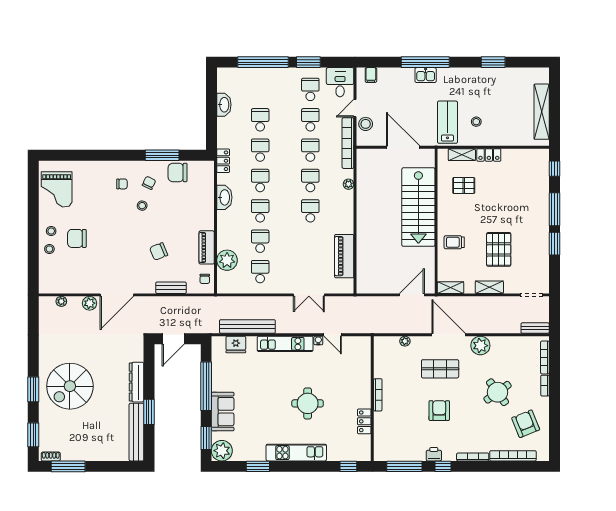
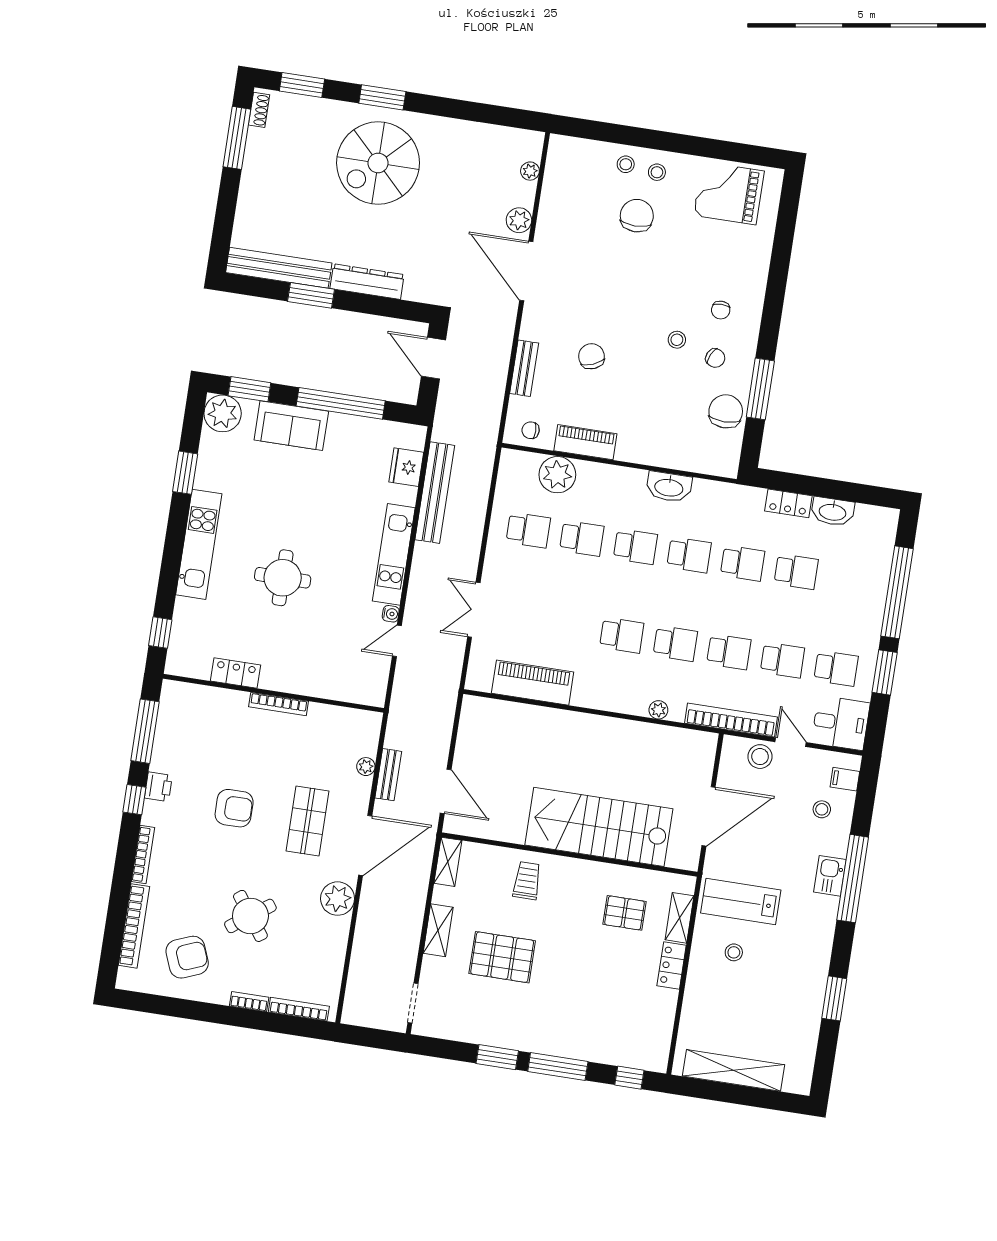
stool: (390, 85) -> (822, 809), added
lab bench: (447, 122) -> (741, 901), turned 180
locker: (223, 161) -> (788, 503), moved
pallet: (464, 185) -> (625, 913), turned 90
bench: (535, 328) -> (388, 775), moved
spiral stairs: (70, 386) -> (378, 163), turned -90

